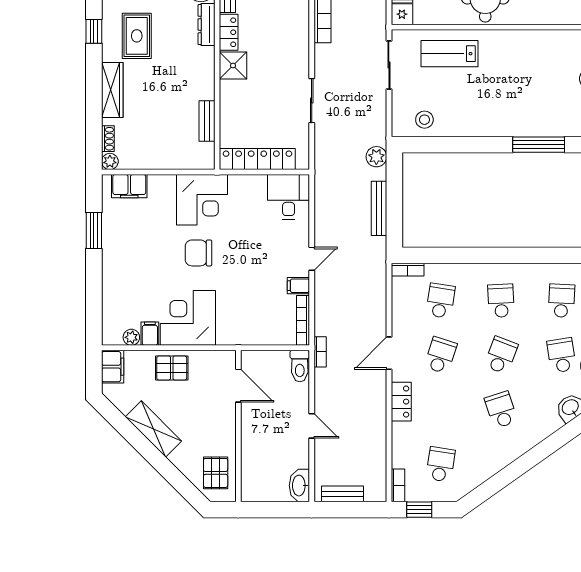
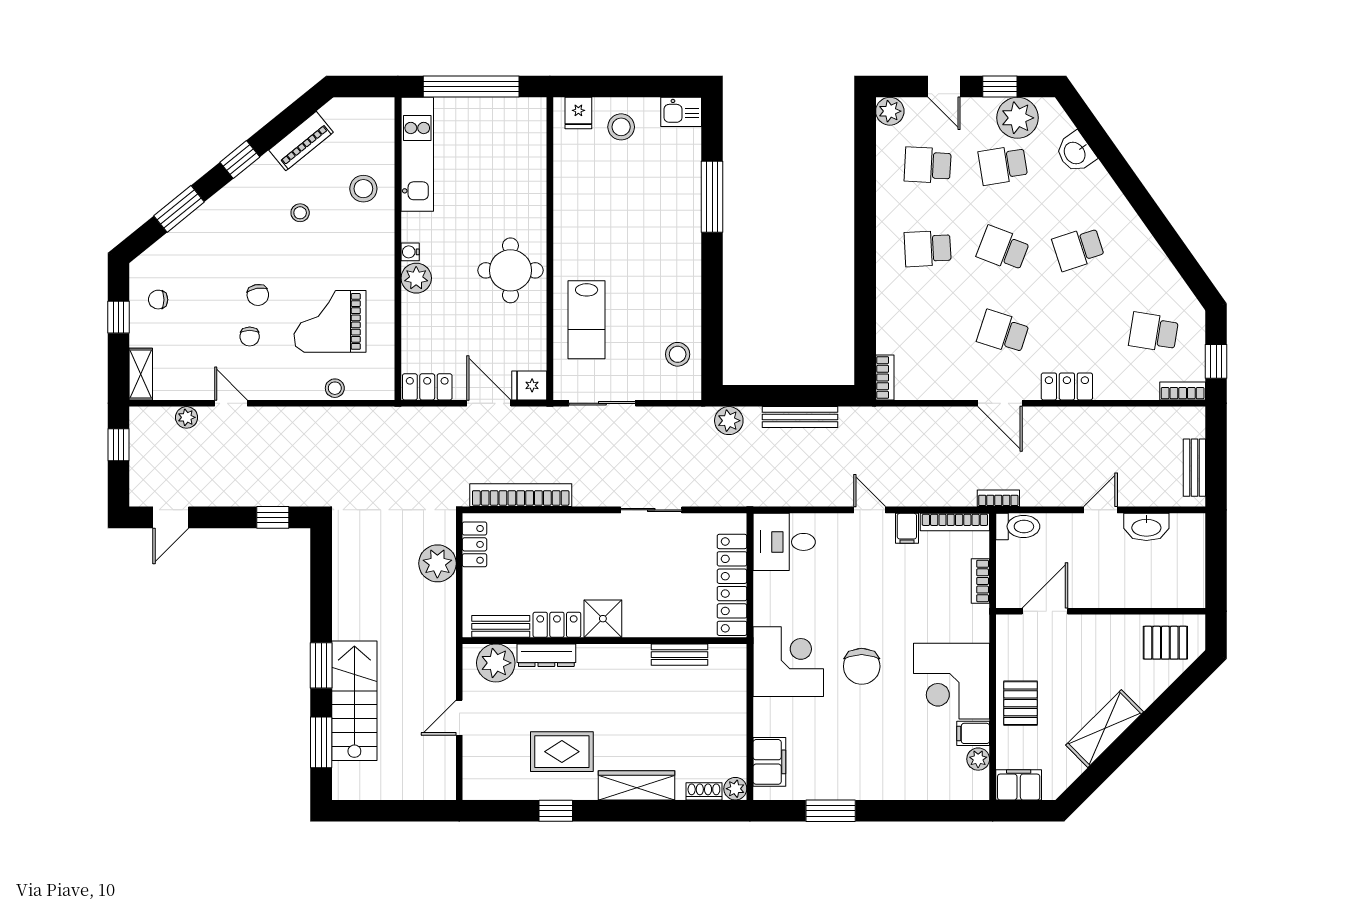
school desk: (441, 301) -> (928, 332), removed
bookcase: (260, 339) -> (980, 581), added
washbasin: (299, 486) -> (1146, 527), moved

